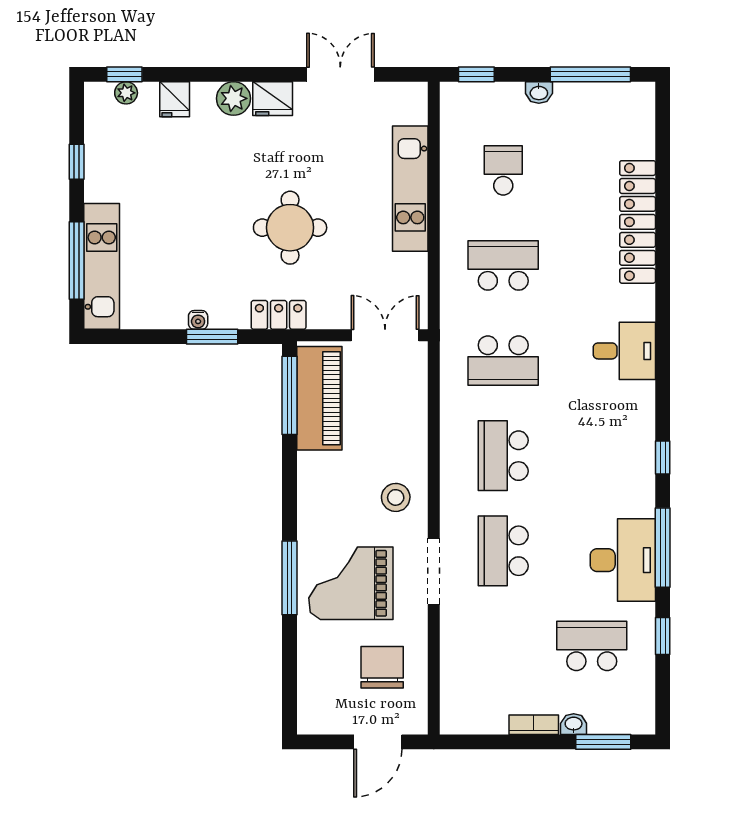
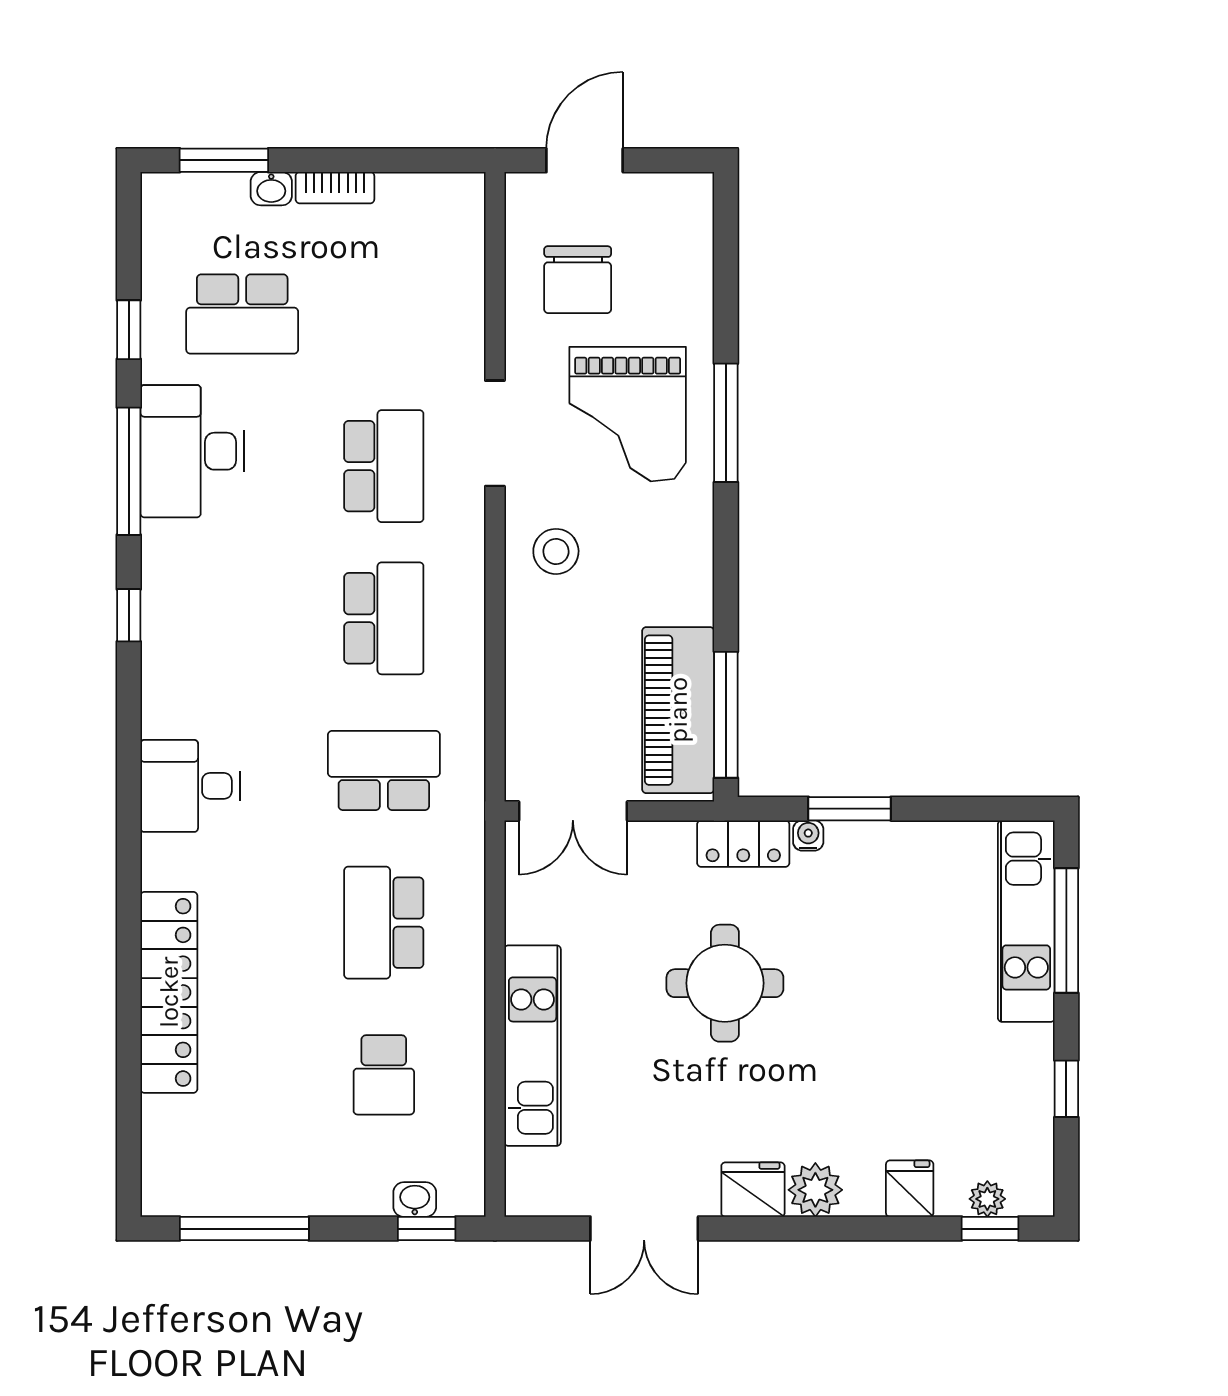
washbasin: (539, 92) -> (415, 1200), moved
school desk: (503, 265) -> (384, 923), turned 90
water cooler: (198, 320) -> (808, 836), moved
grand piano: (351, 583) -> (628, 414), turned 90

